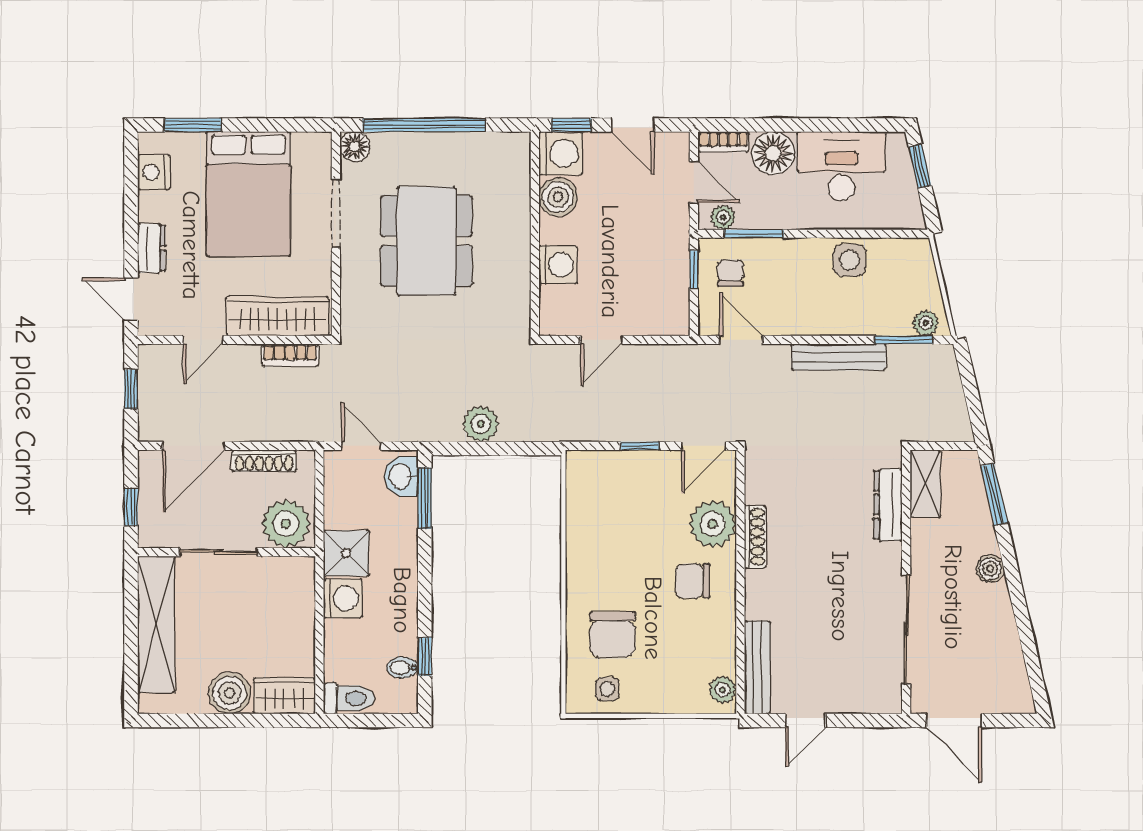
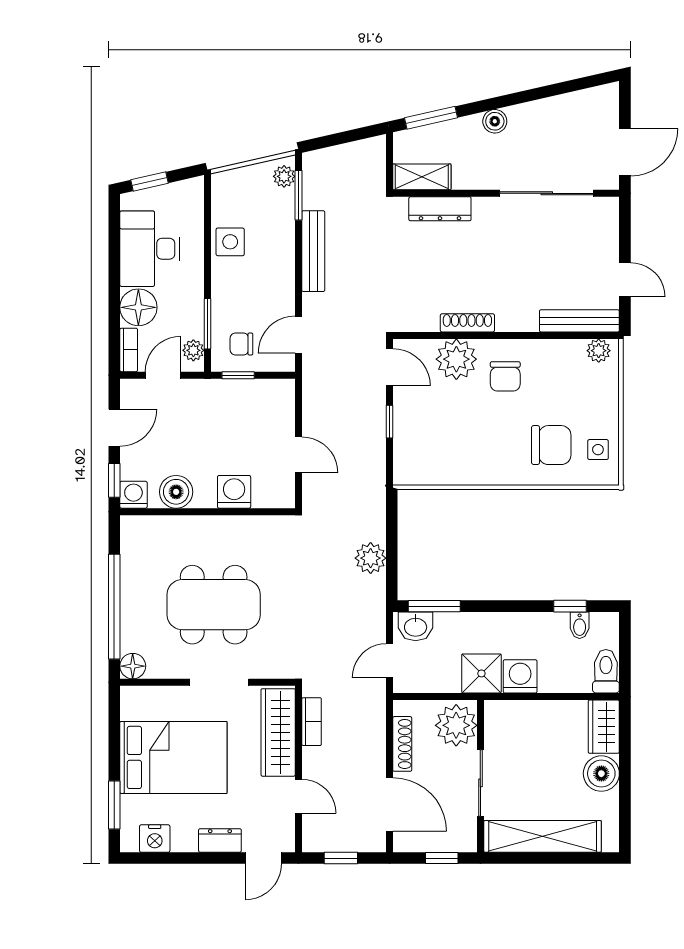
washing machine: (561, 153) -> (133, 495), width x0.73, depth x0.73
doorway: (336, 214) -> (219, 682), moved

